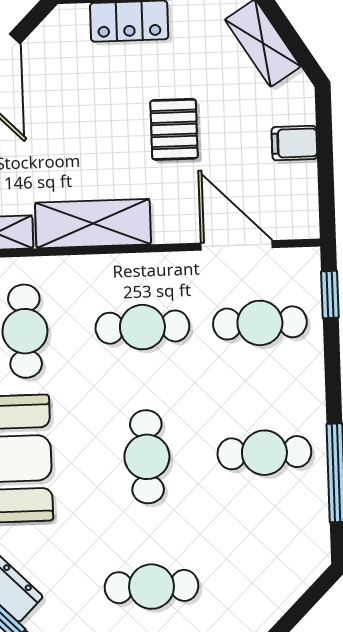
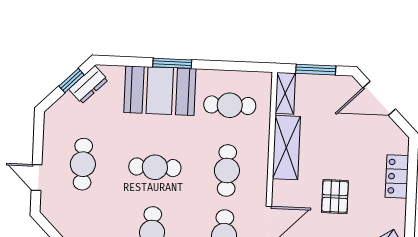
pallet: (174, 129) -> (335, 197), turned 90

